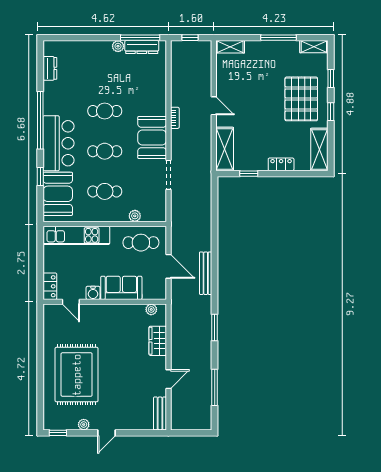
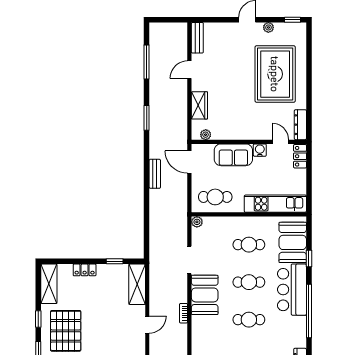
door: (214, 106) -> (147, 325), swing flipped
plant: (135, 216) -> (197, 222), moved
door: (168, 266) -> (189, 162), moved
bench: (206, 273) -> (155, 174), width x0.73
dresser: (49, 320) -> (300, 125), added

